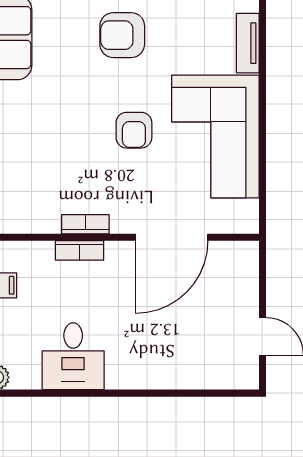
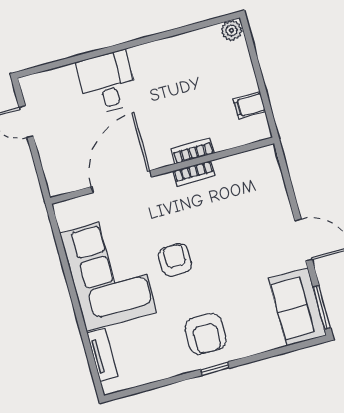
armchair: (122, 35) -> (205, 334), turned 90
desk: (73, 356) -> (107, 82), moved

